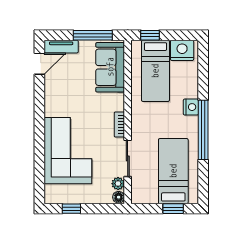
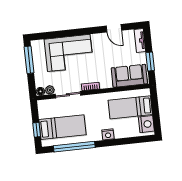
window: (93, 35) -> (150, 61), width x0.69
window: (150, 35) -> (154, 101), removed
door: (39, 64) -> (114, 28), moved
window: (203, 130) -> (74, 147), moved
window: (71, 209) -> (29, 60), width x2.17

